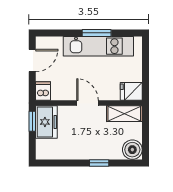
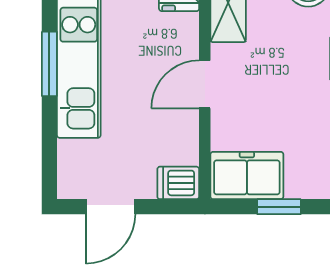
door: (32, 61) -> (111, 207), swing flipped
window: (32, 121) -> (279, 207), moved

